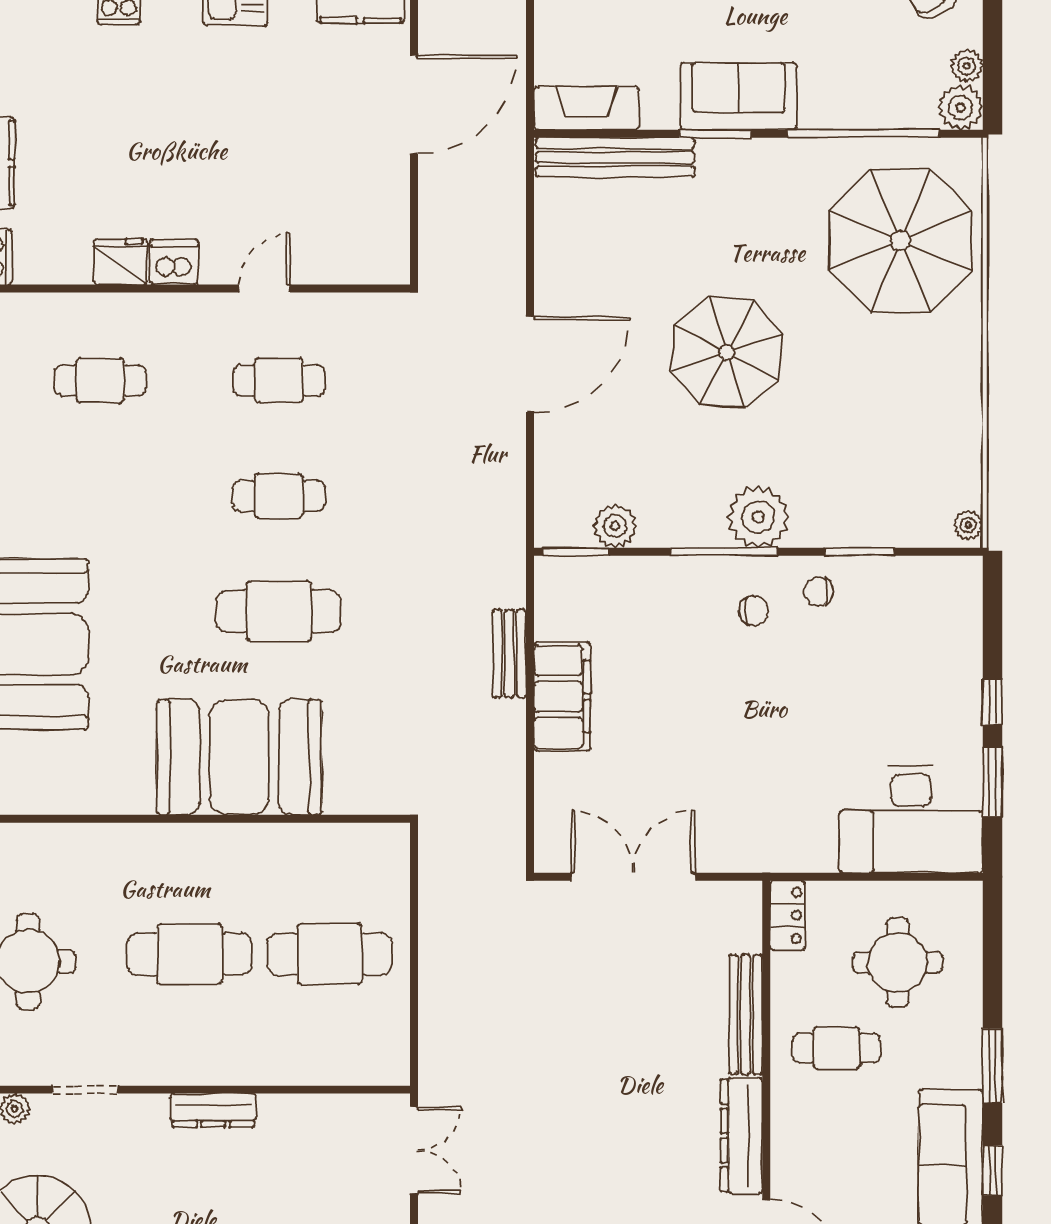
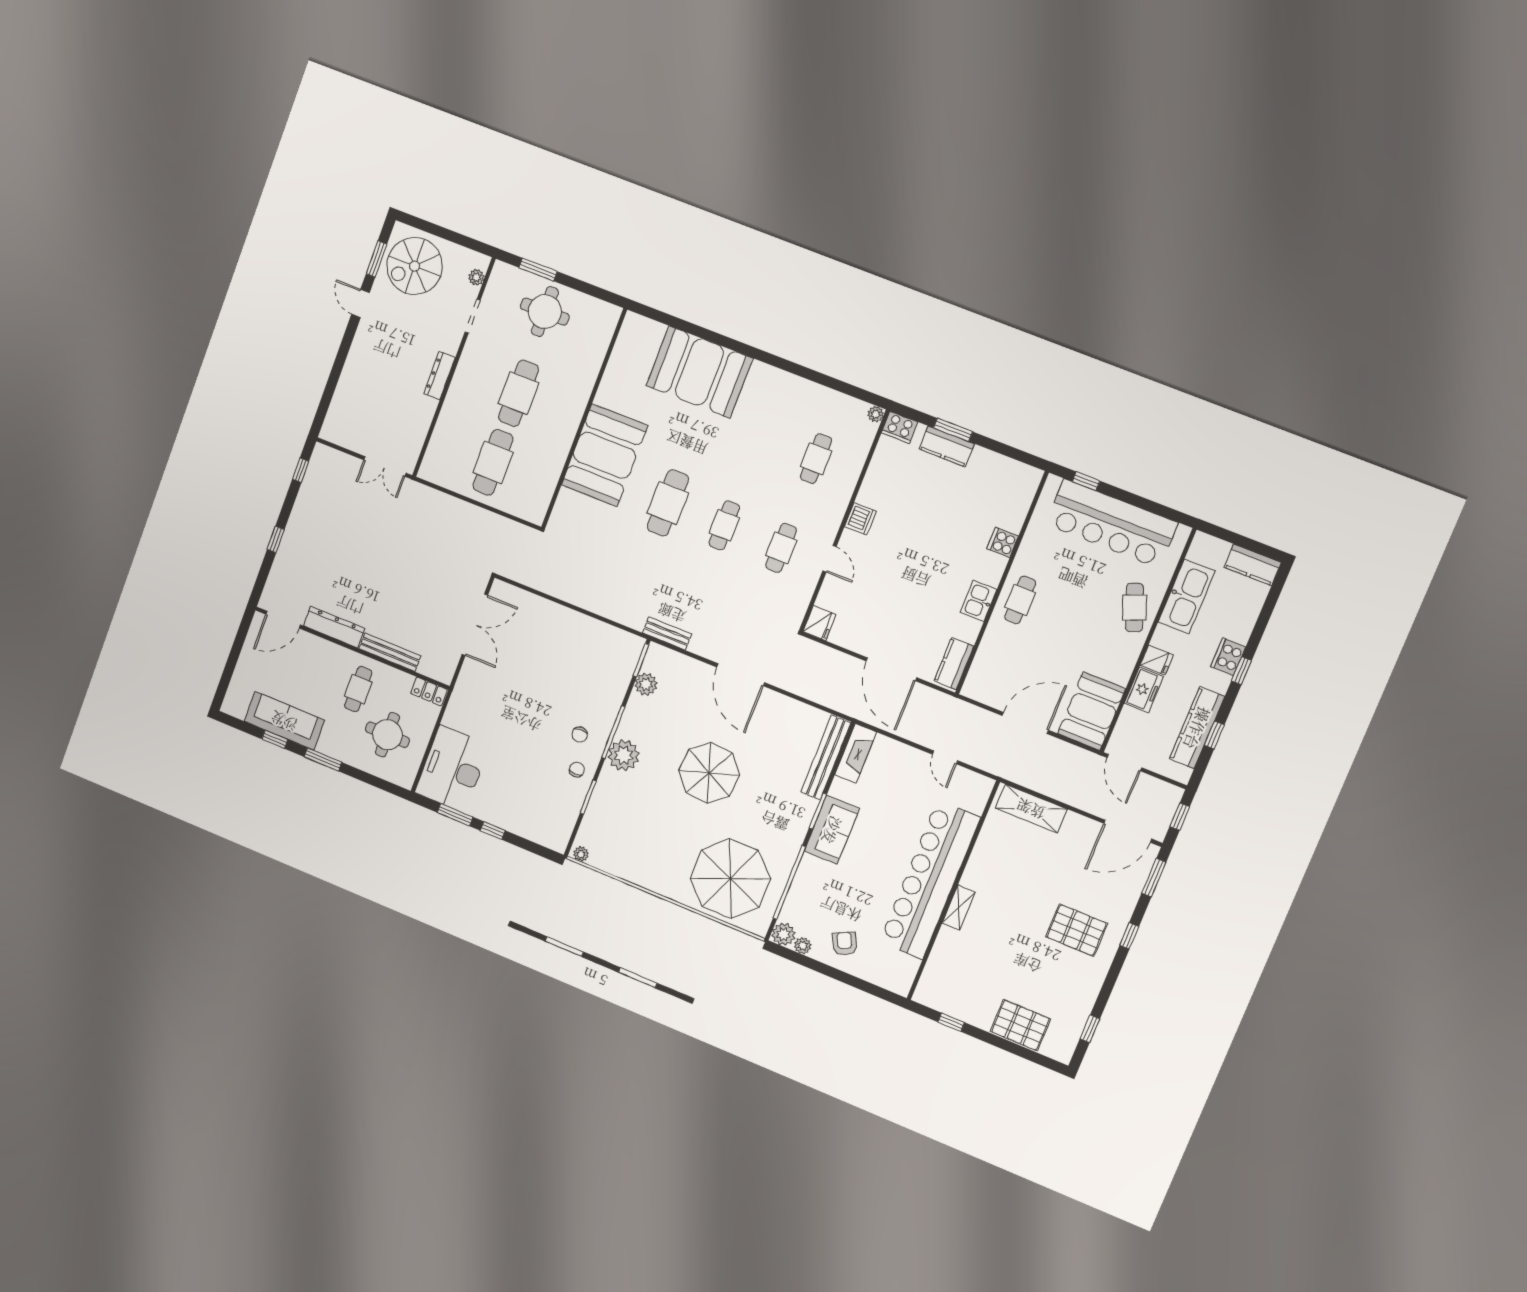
fridge: (120, 262) -> (820, 623), moved
bench: (509, 653) -> (667, 633), moved
filing cabinet: (562, 697) -> (574, 625), removed

